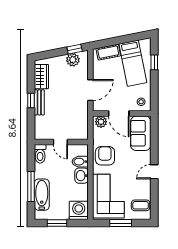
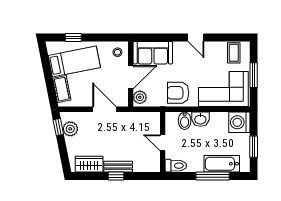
door: (60, 142) -> (163, 143), swing flipped

